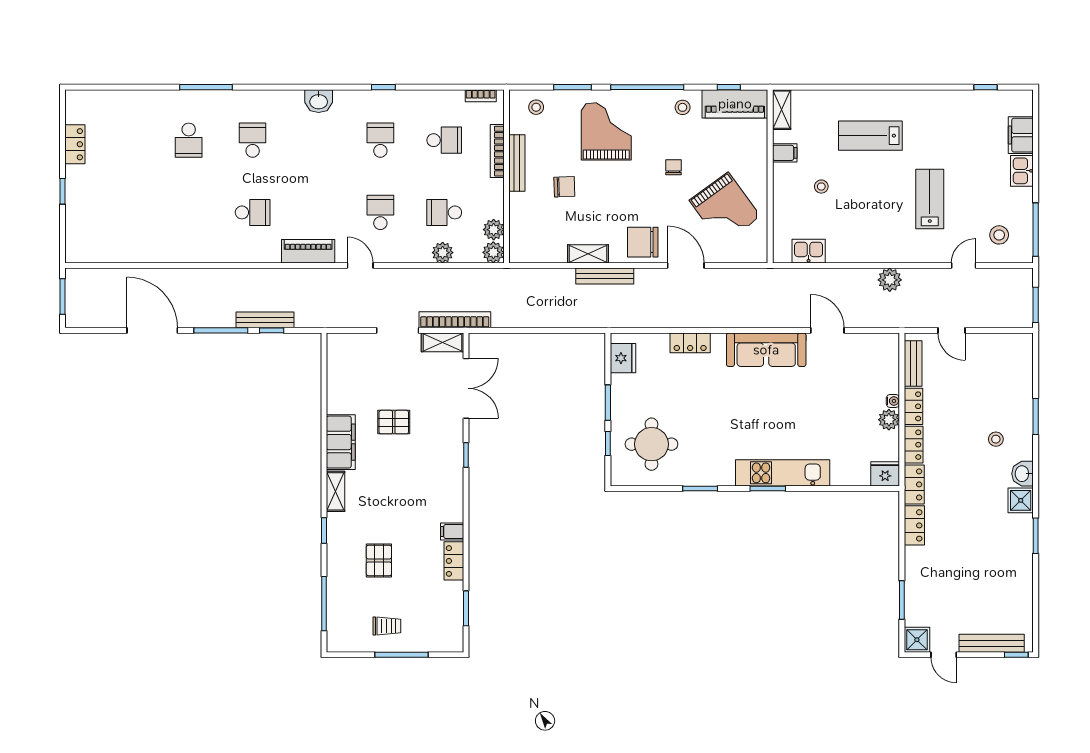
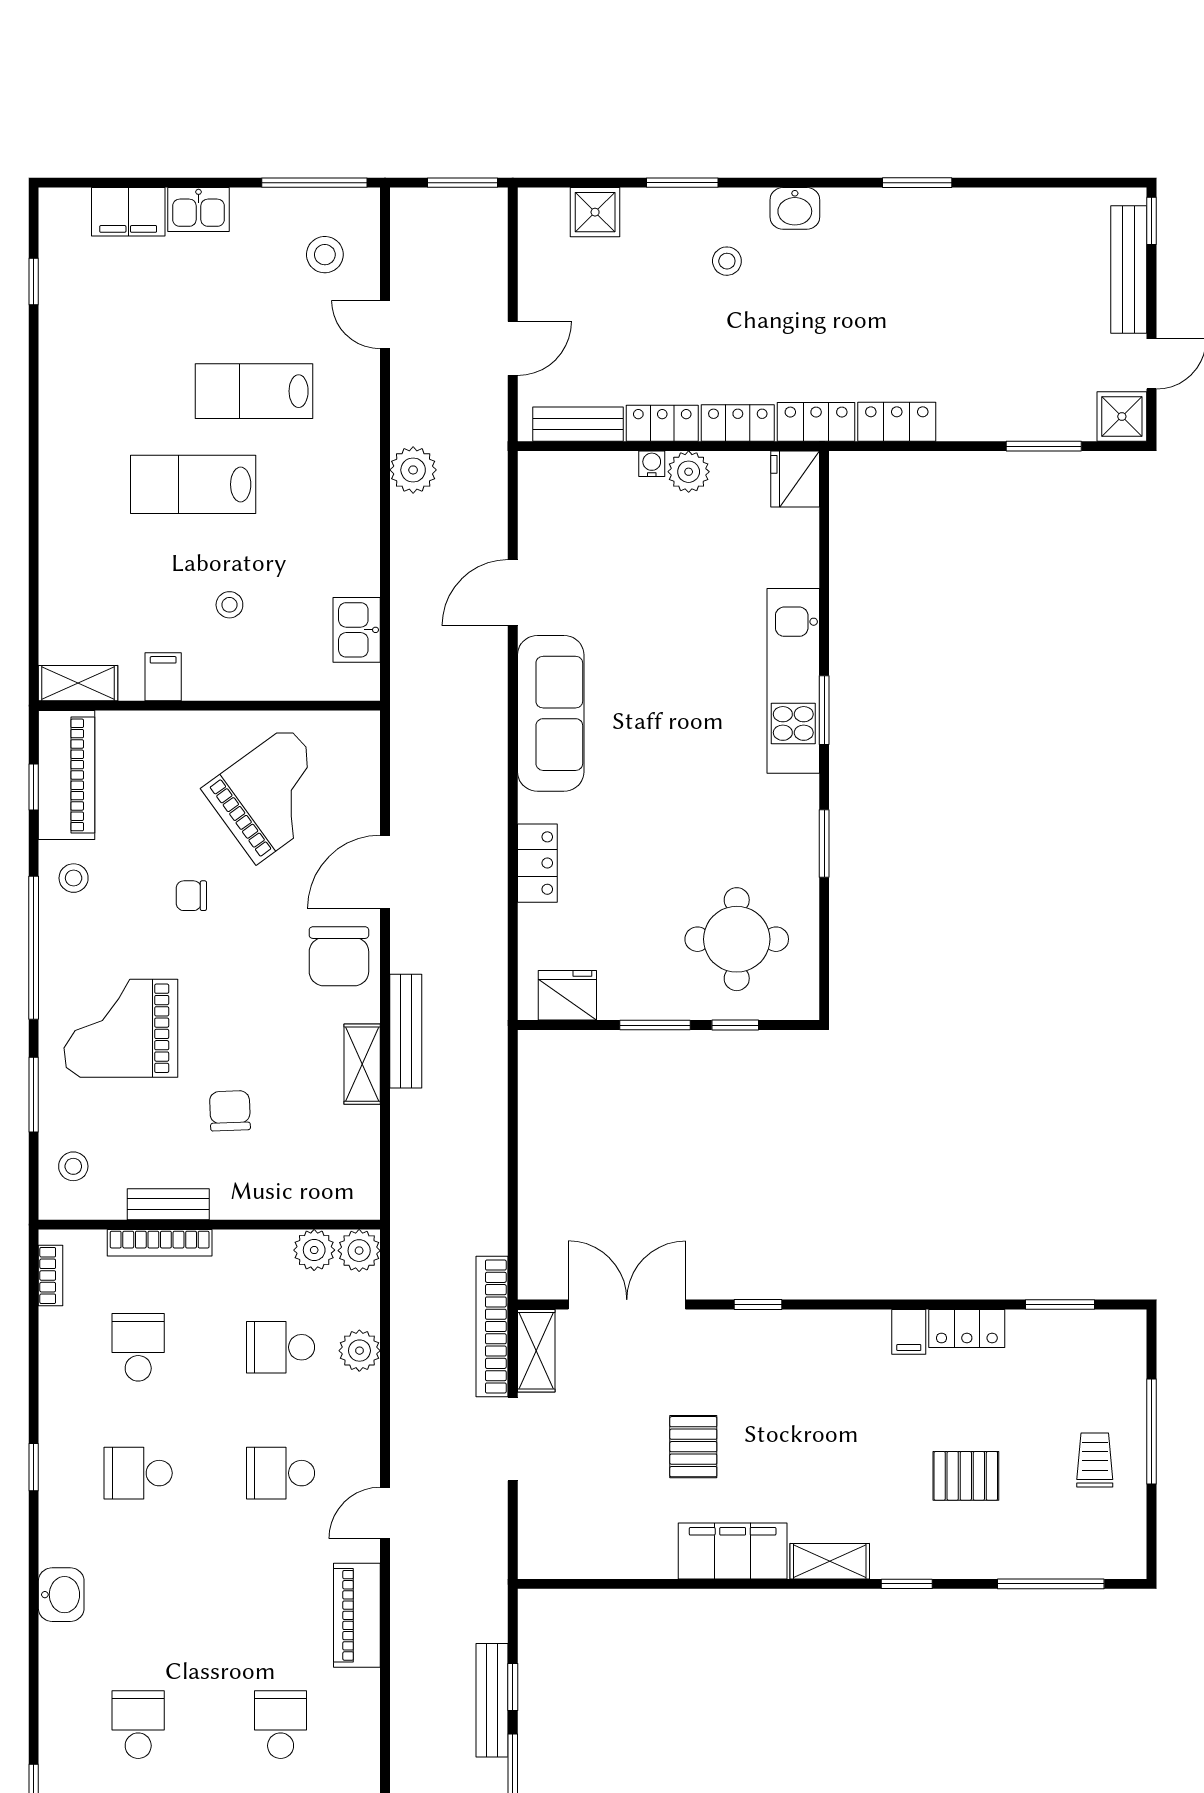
lab bench: (870, 136) -> (193, 484), moved, turned 90
school desk: (253, 140) -> (138, 1725), turned 90
bench: (517, 163) -> (168, 1204), width x0.73
school desk: (444, 212) -> (281, 1347), turned 90
shower: (1021, 500) -> (595, 212), moved

